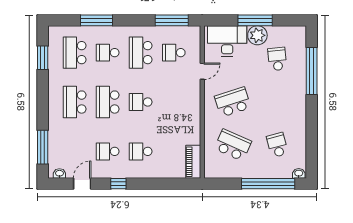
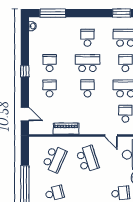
school desk: (75, 102) -> (87, 38), width x0.54
piano: (193, 162) -> (66, 129), moved
door: (82, 184) -> (25, 114), moved

